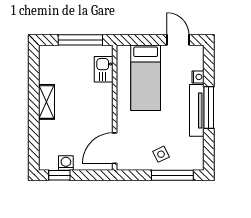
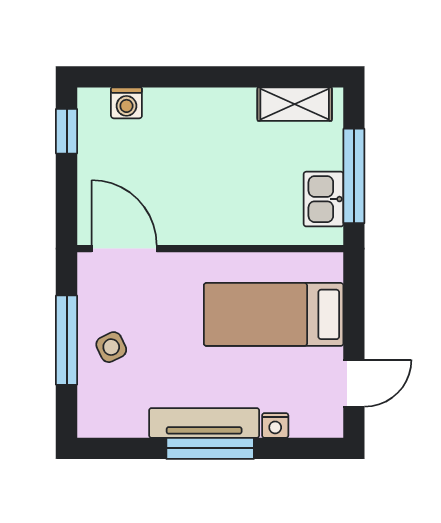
kitchen sink: (104, 69) -> (324, 199), moved, turned -90
shelving: (47, 102) -> (295, 104), moved
washing machine: (66, 163) -> (126, 103), moved, turned 90
window: (172, 175) -> (67, 340), moved

